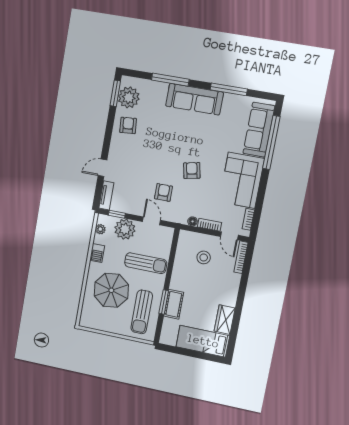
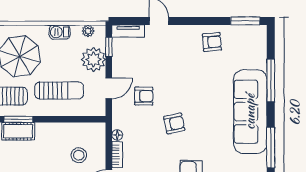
plant: (129, 97) -> (243, 37), removed
sofa: (194, 99) -> (250, 112), width x1.36, depth x1.27
sun lounger: (146, 263) -> (59, 91), turned -90

